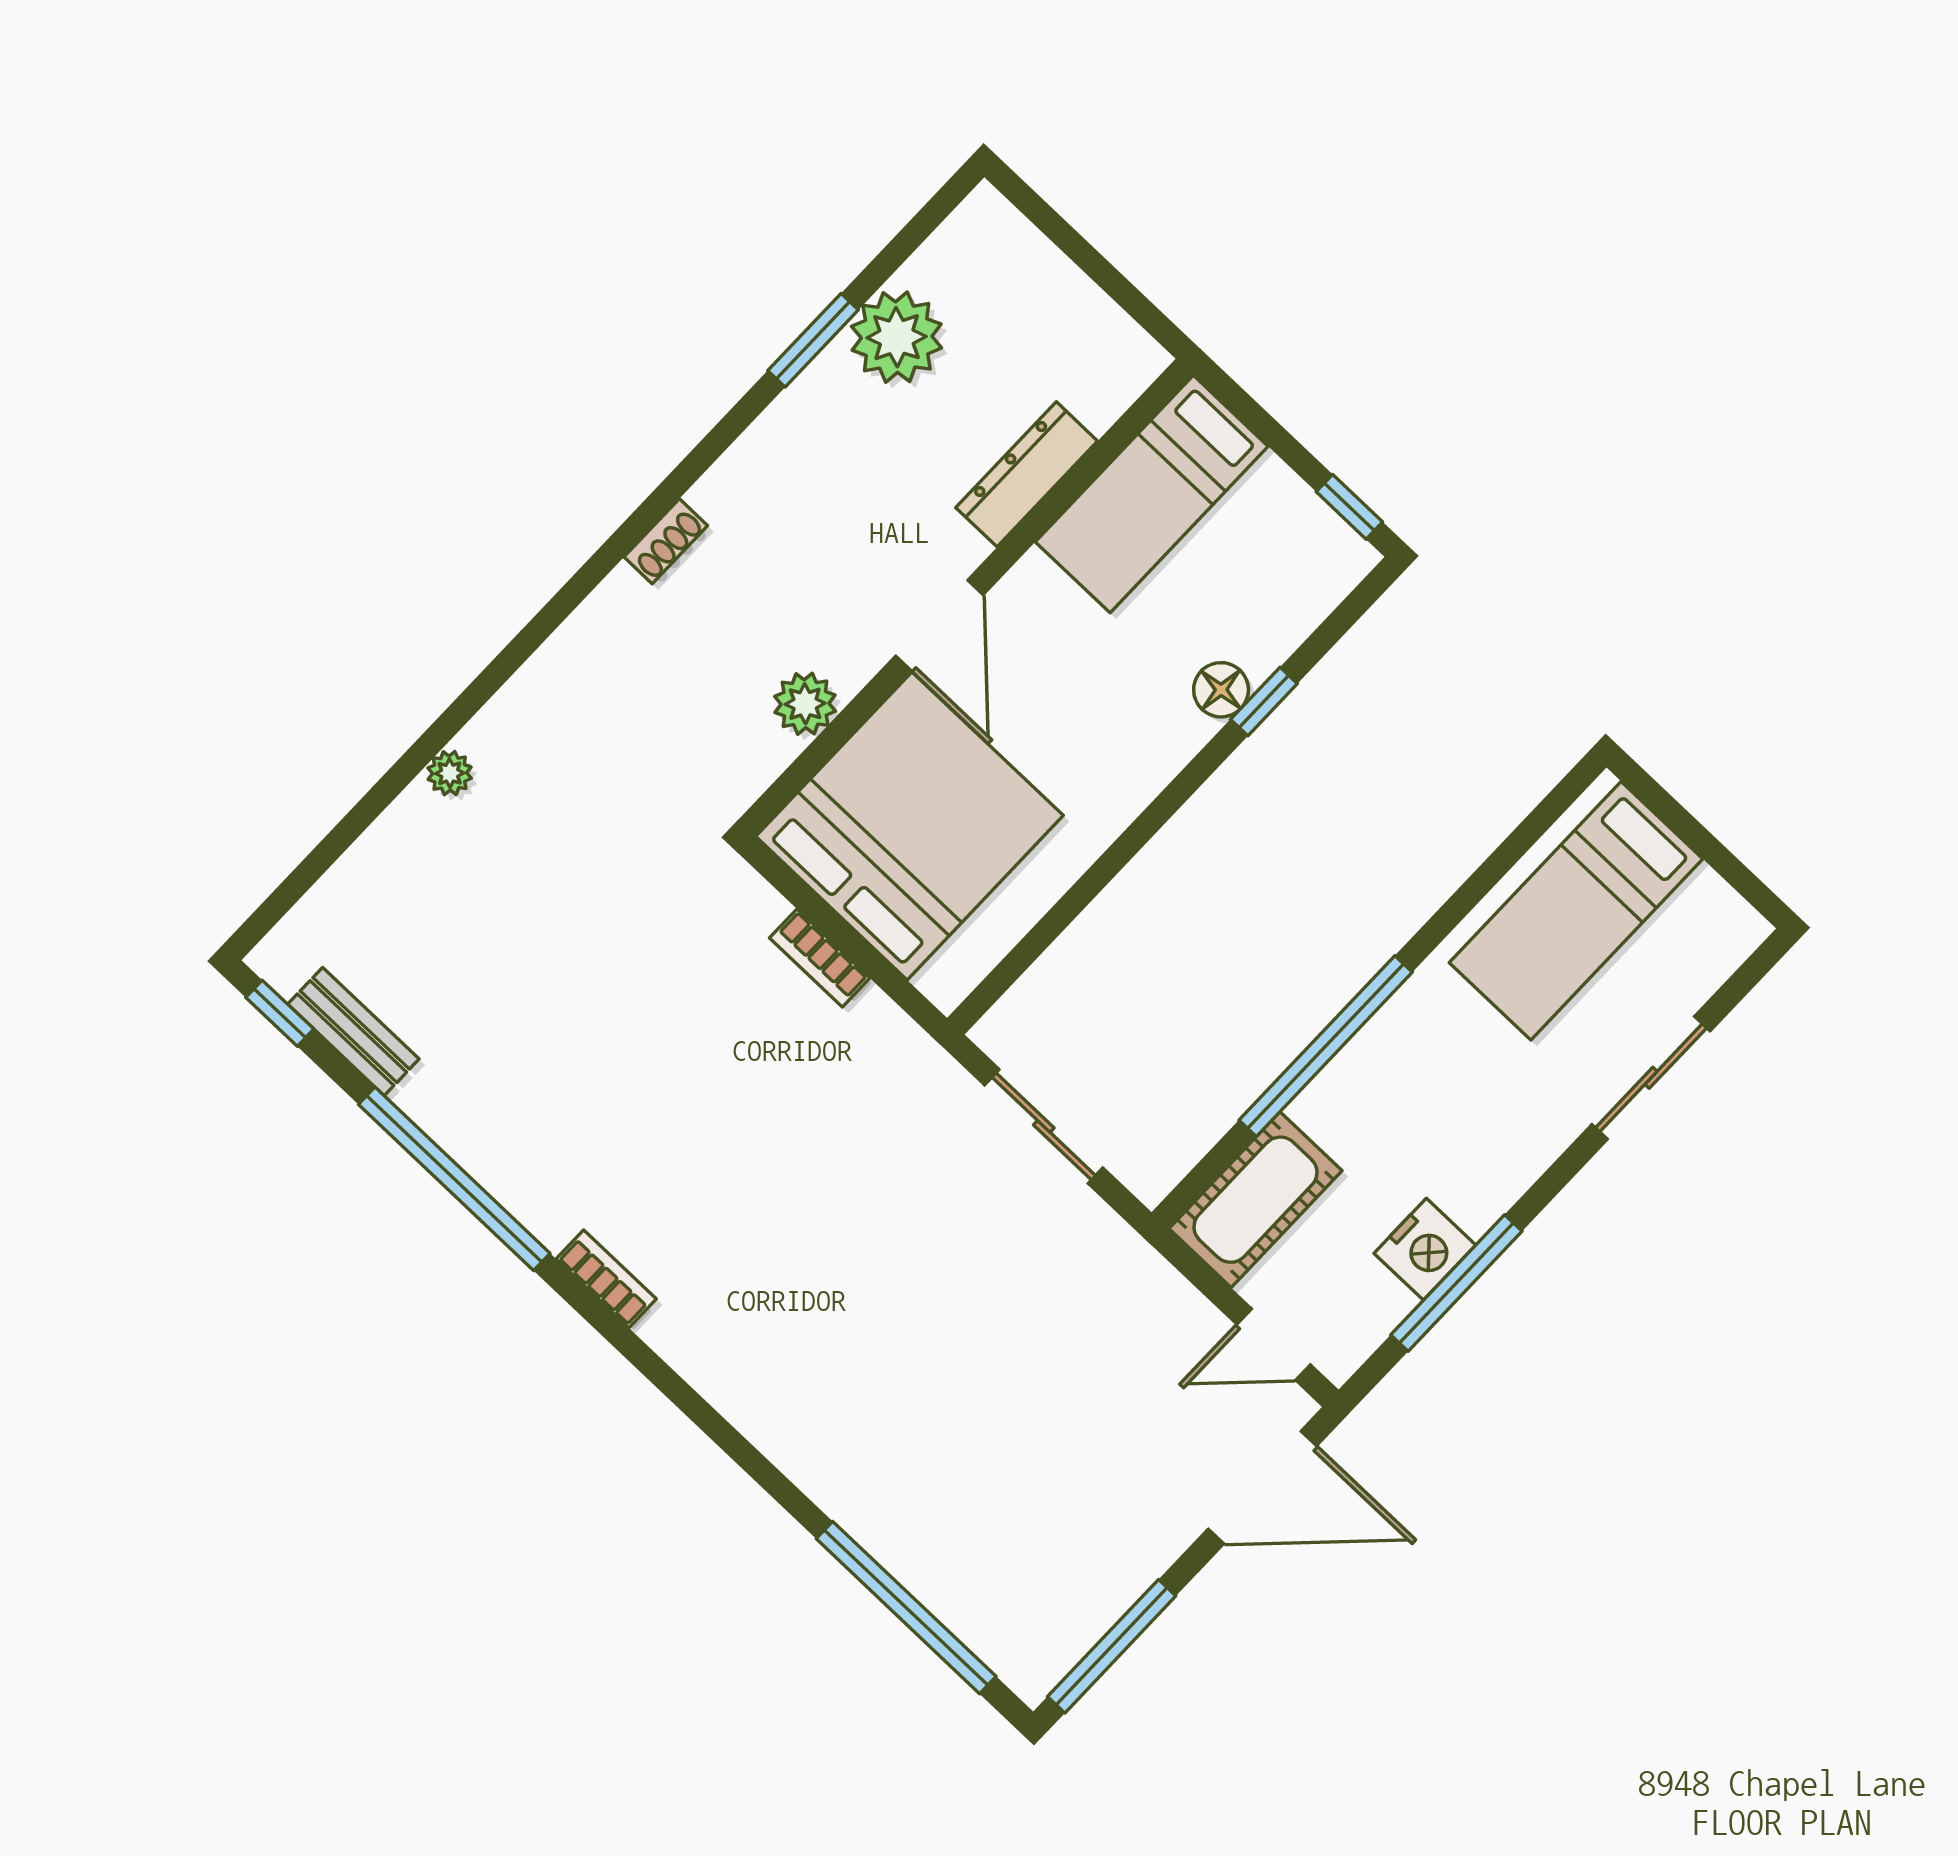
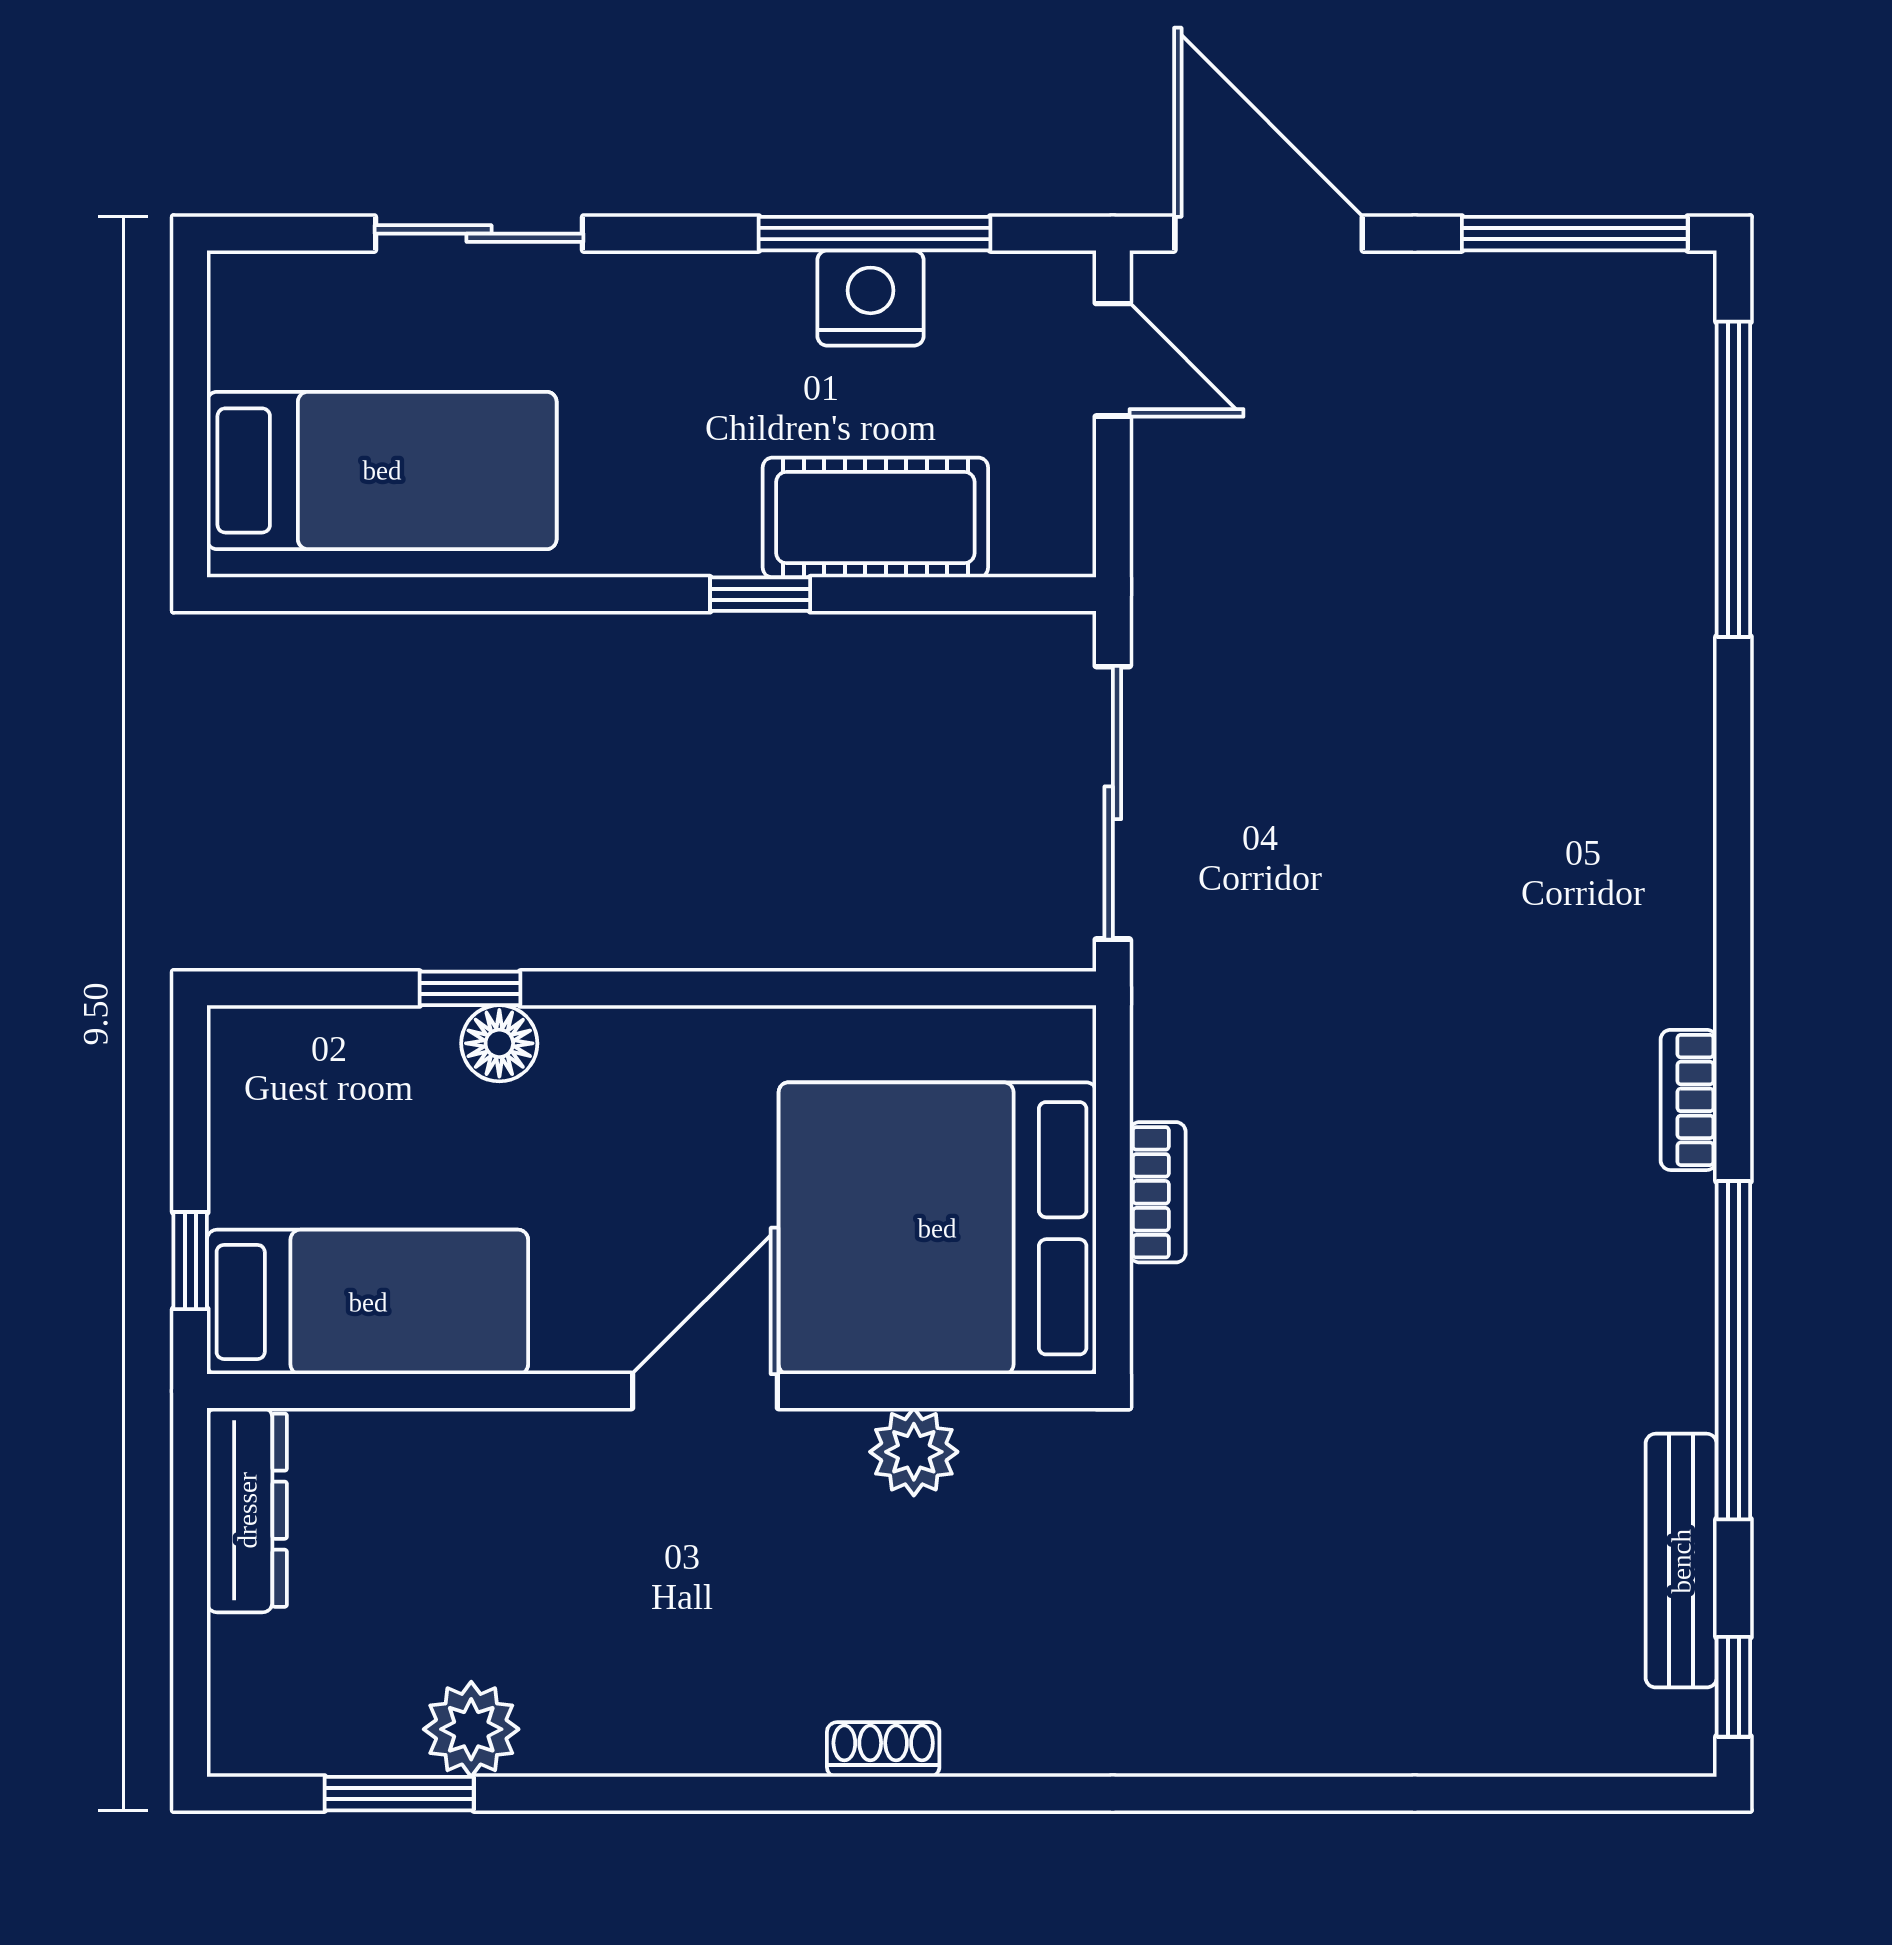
plant: (897, 337) -> (471, 1729), width x0.73, depth x0.73
window: (813, 340) -> (399, 1794), moved
dresser: (1027, 474) -> (247, 1510), moved, turned -90
window: (1349, 507) -> (190, 1261), moved
plant: (450, 773) -> (1326, 1745), removed
bench: (353, 1032) -> (1681, 1561), width x1.36
window: (1326, 1046) -> (760, 594), width x0.32
sliding door: (1044, 1126) -> (1113, 803), width x1.37
cot: (1256, 1200) -> (875, 517), moved

